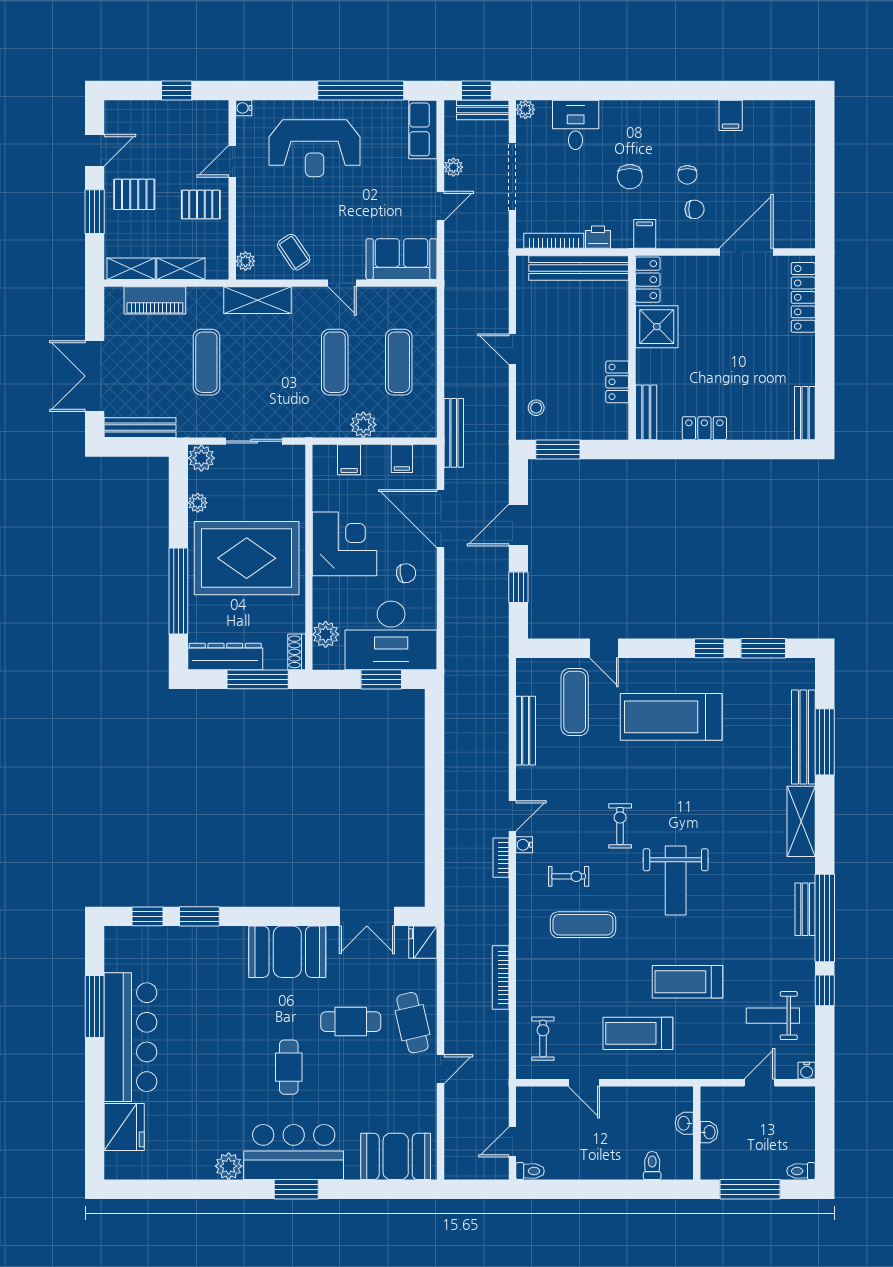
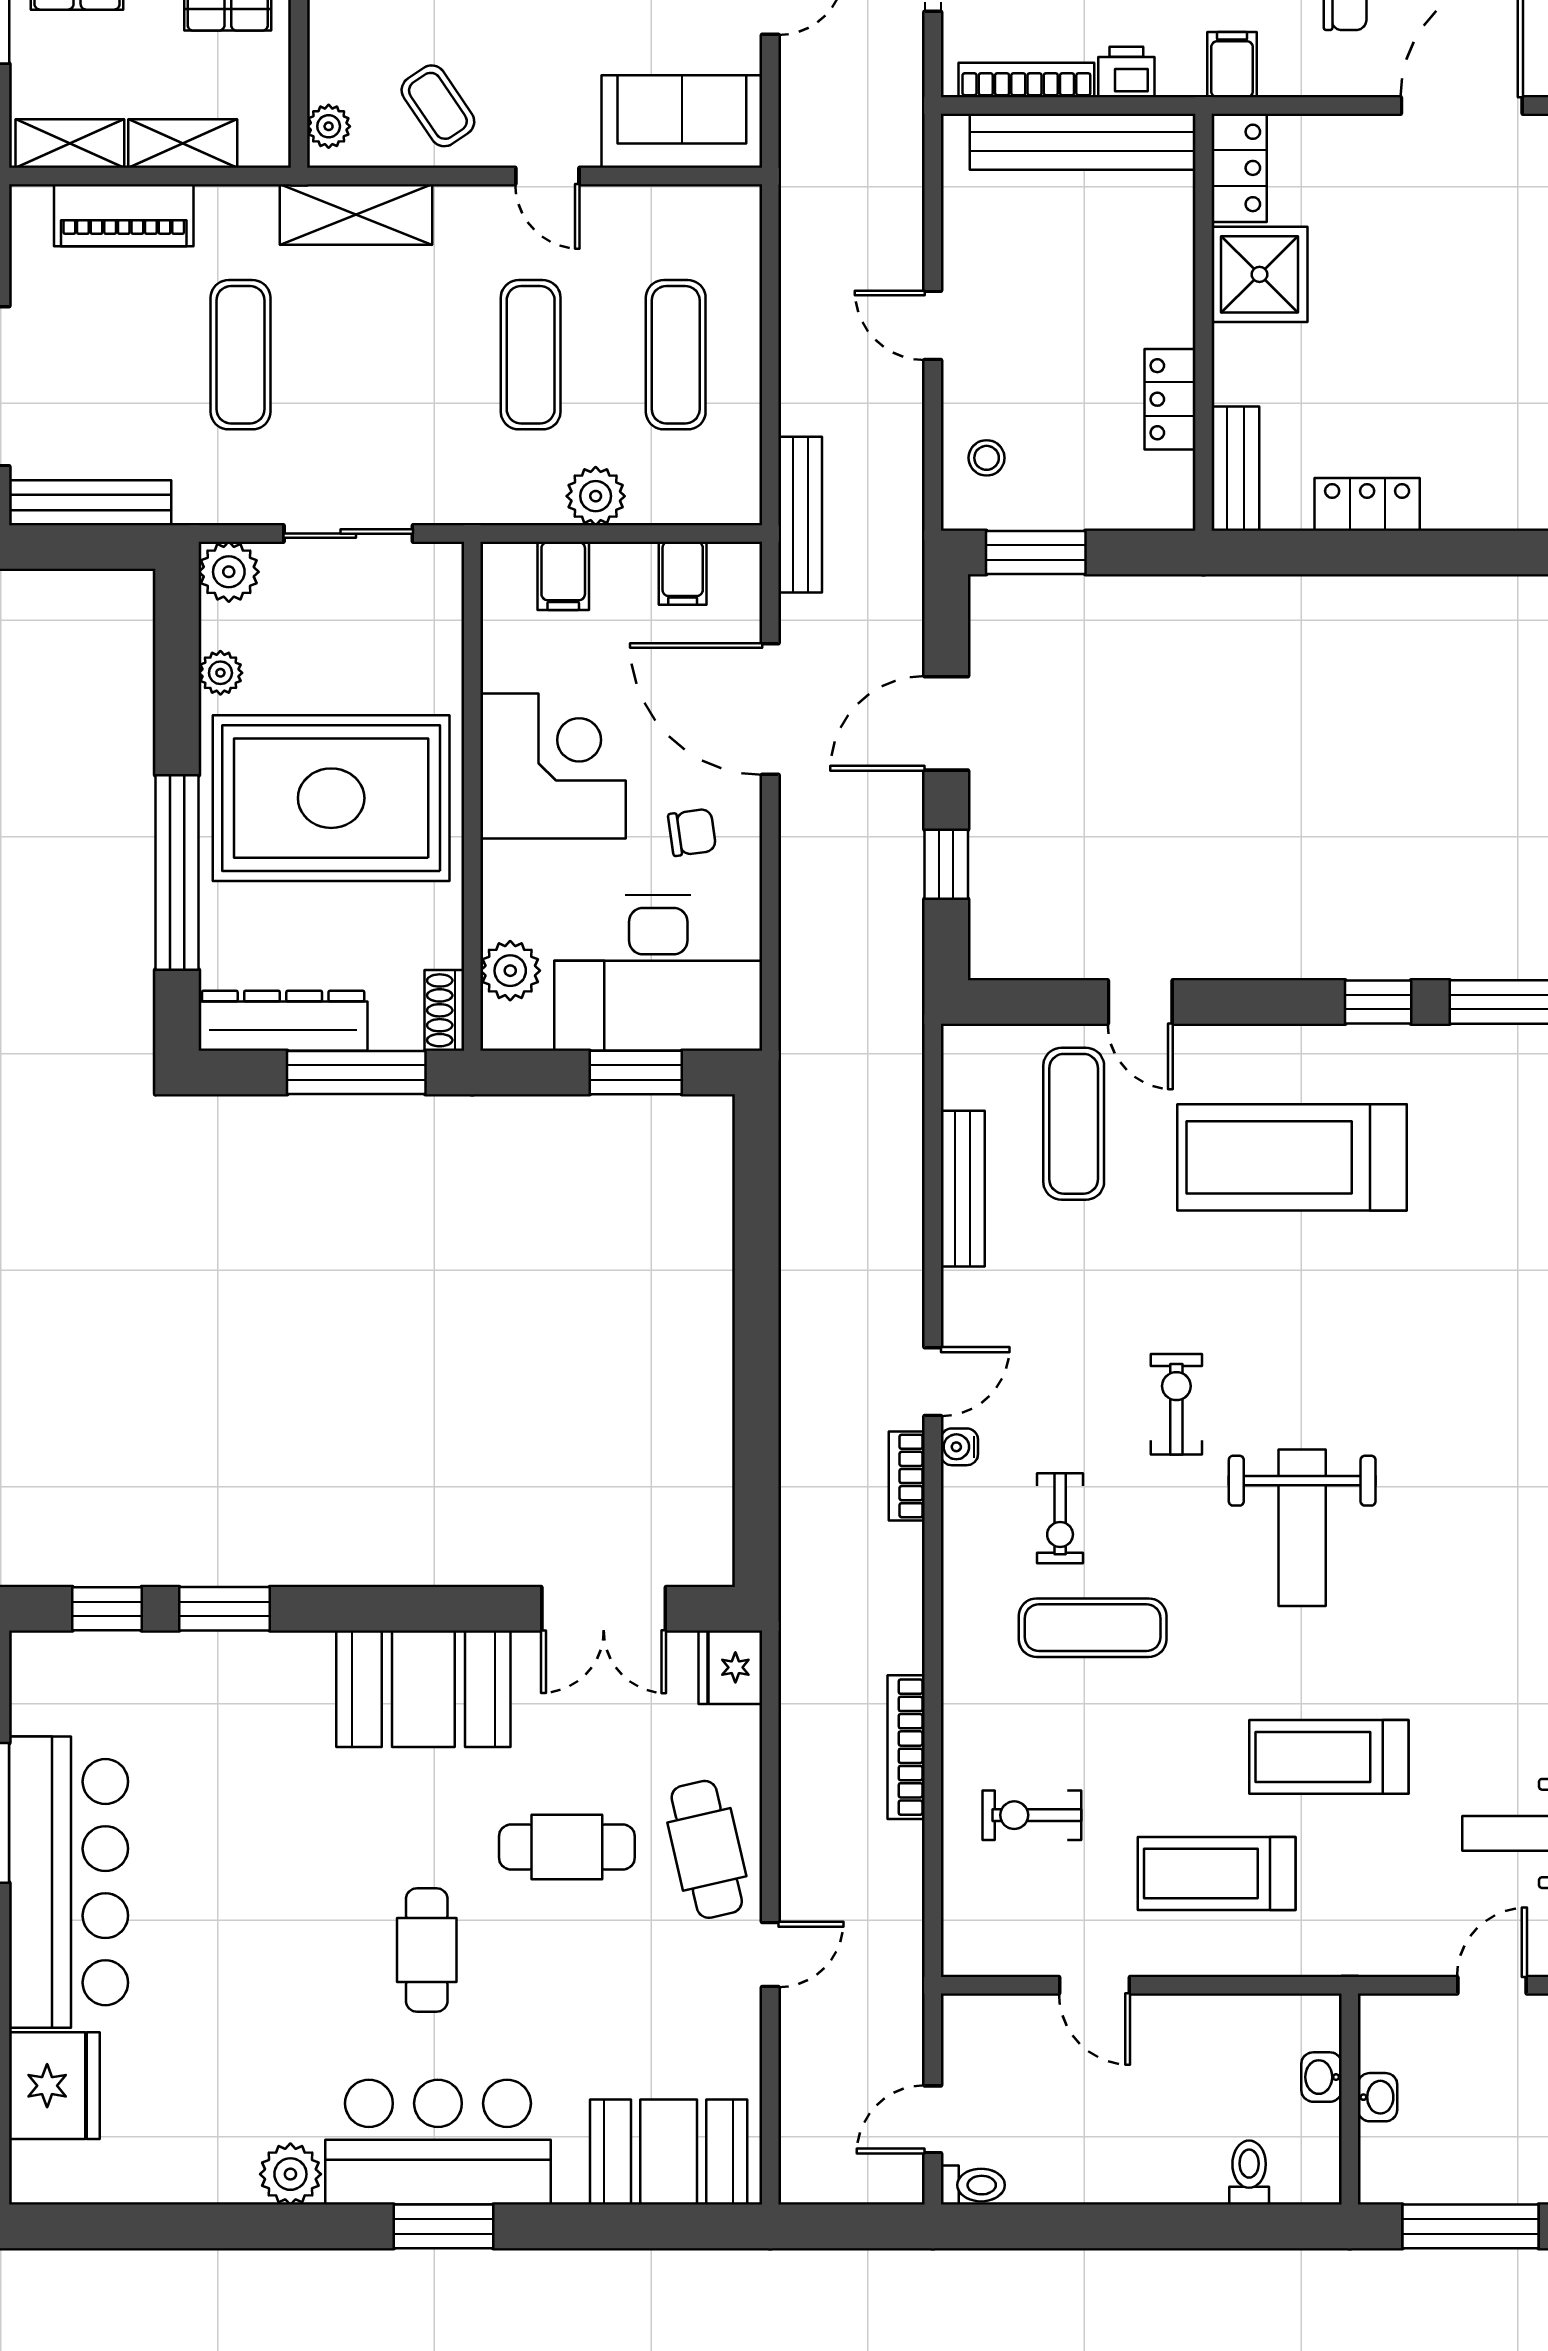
exercise bike: (569, 876) -> (1060, 1518), turned 90
exercise bike: (543, 1039) -> (1032, 1815), moved, turned -90

